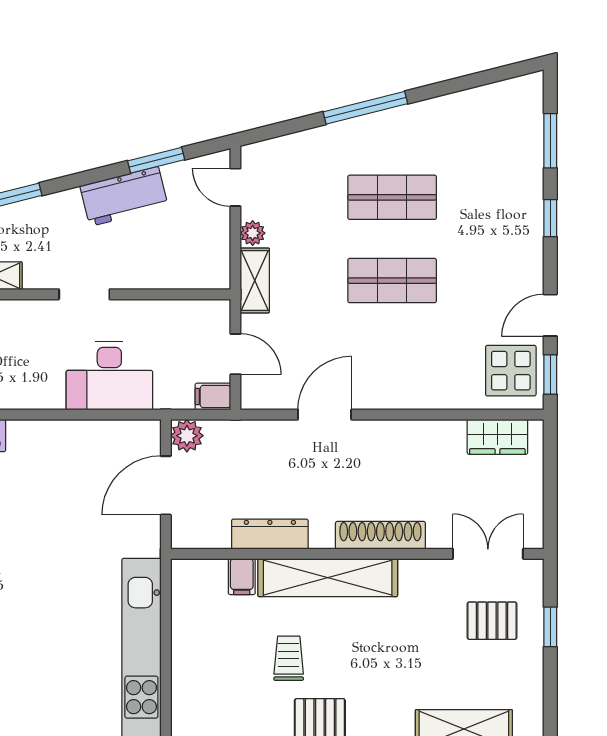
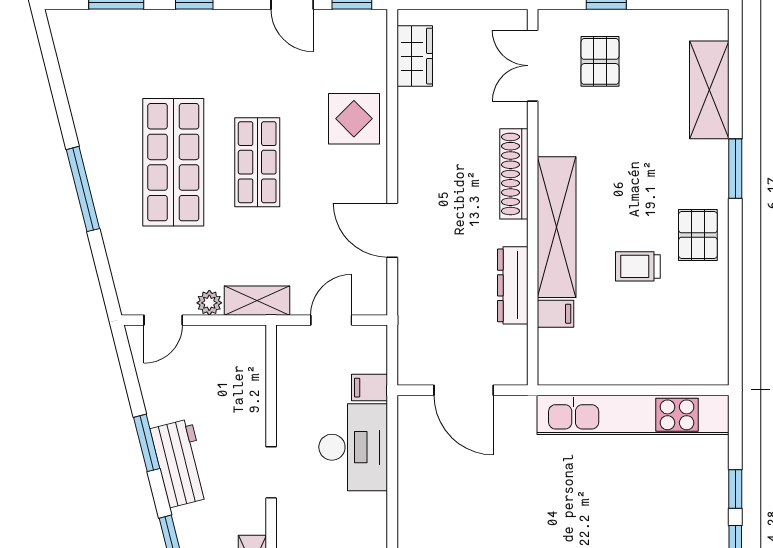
window: (156, 160) -> (147, 443), moved
workbench: (124, 196) -> (180, 463), moved
shop shelf: (392, 197) -> (173, 162), width x1.43, depth x1.36
display table: (511, 371) -> (354, 119), moved
filing cabinet: (213, 397) -> (370, 388), moved, turned 90
plant: (187, 436) -> (414, 369), removed

